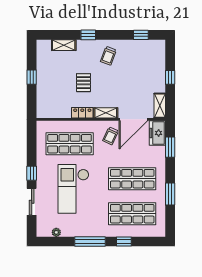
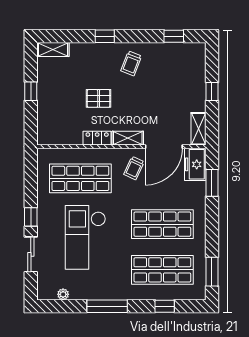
shelving: (64, 45) -> (53, 49), moved
pallet: (83, 83) -> (99, 98), turned 90
window: (170, 194) -> (212, 272), moved
window: (124, 241) -> (165, 306), moved

